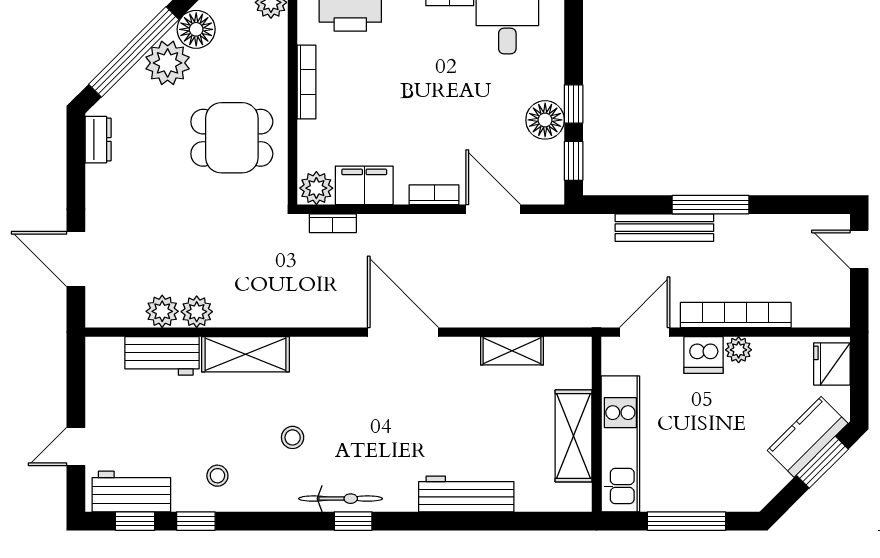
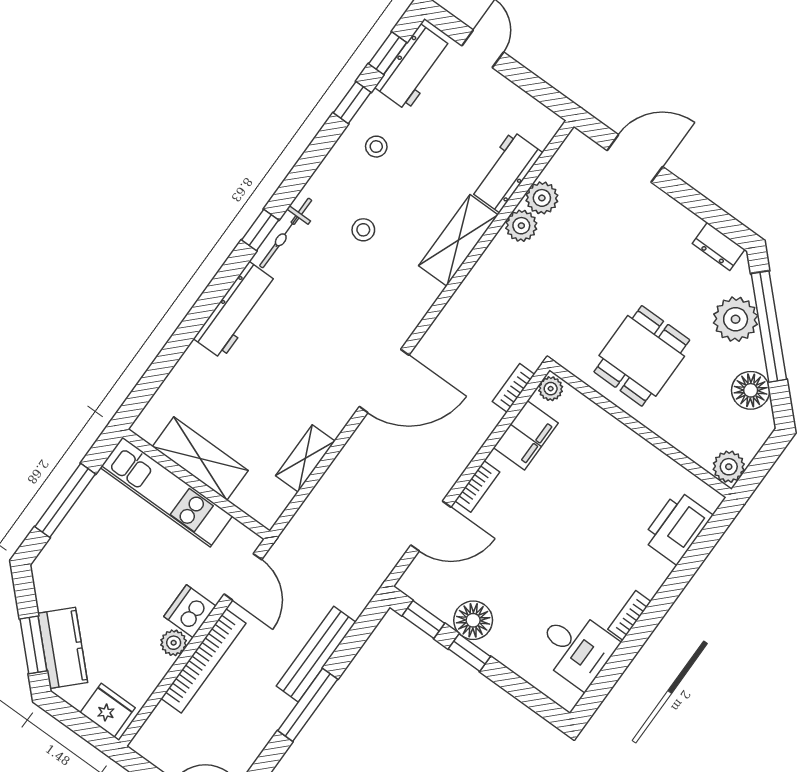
plant: (168, 63) -> (736, 319), moved
bookcase: (306, 82) -> (643, 449), removed
plant: (316, 188) -> (551, 389), width x0.73, depth x0.73
workbench: (466, 494) -> (236, 310), moved

